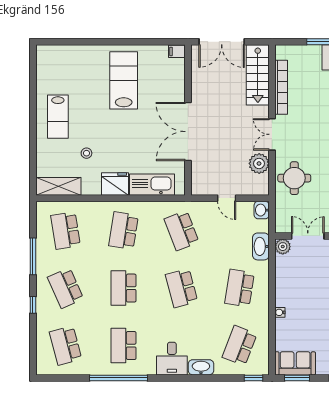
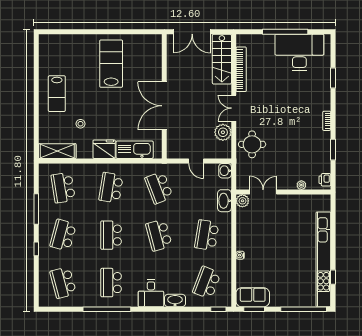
filing cabinet: (177, 51) -> (155, 40), removed
school desk: (66, 288) -> (63, 235), turned 39

